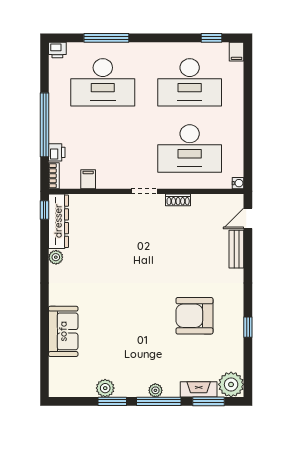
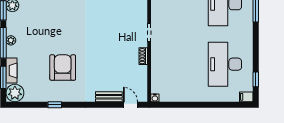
desk: (190, 148) -> (179, 64), removed

